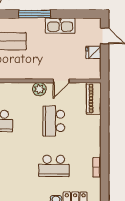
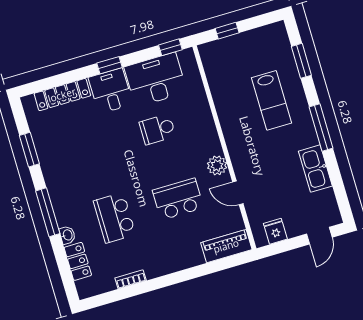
fridge: (93, 52) -> (275, 231), moved

